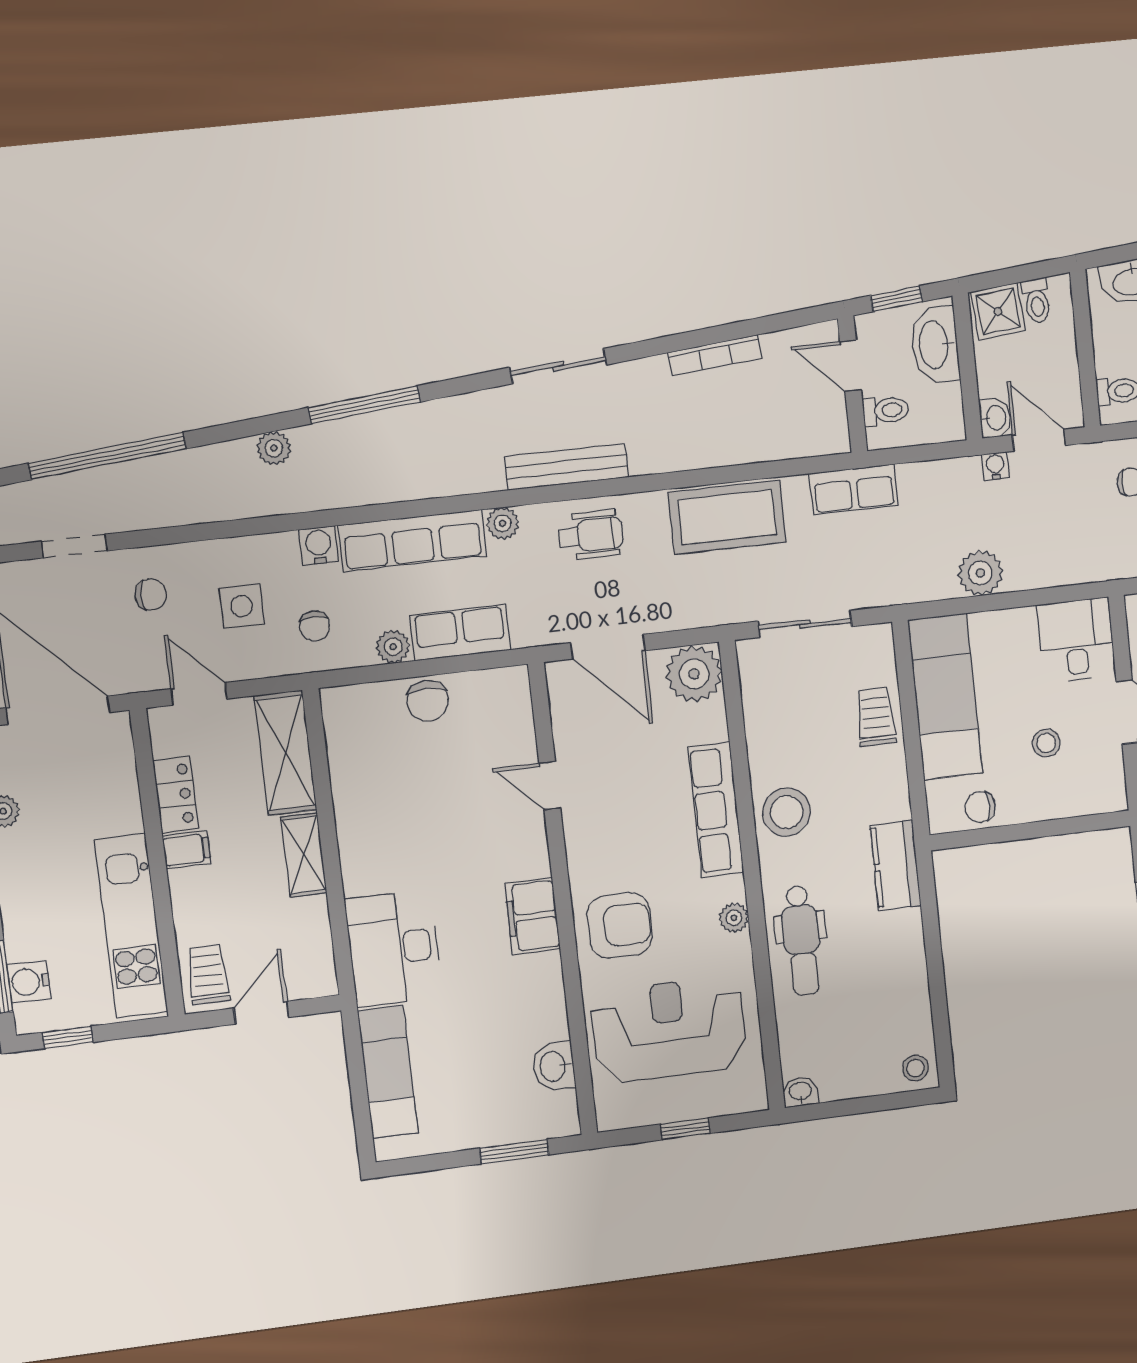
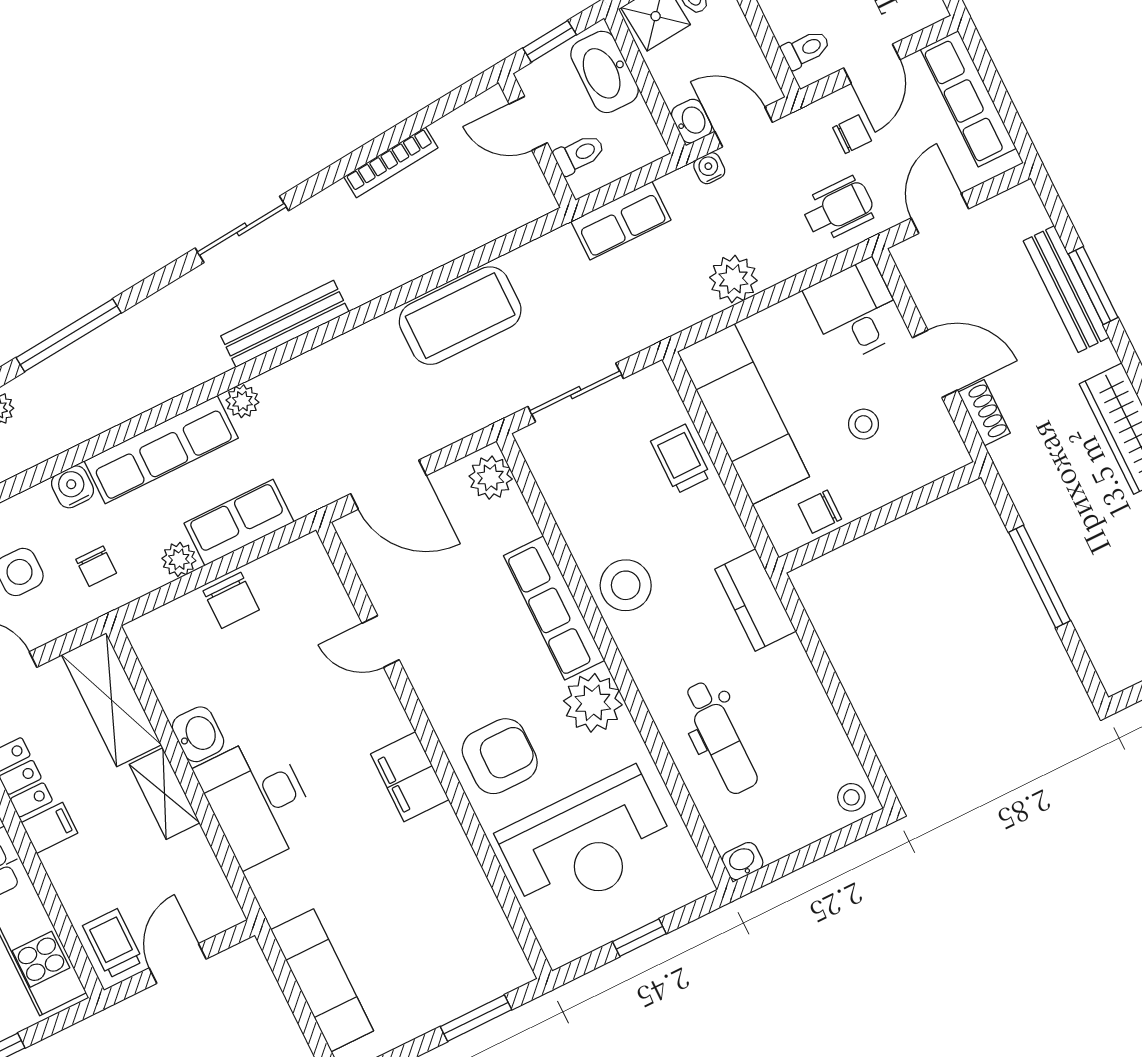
row of seats: (854, 489) -> (621, 221), moved
wheelchair: (591, 535) -> (838, 209), moved
plant: (694, 674) -> (491, 478), width x0.73, depth x0.73
plant: (734, 918) -> (593, 703), width x1.87, depth x1.87
dental chair: (802, 940) -> (720, 737), moved
desk: (394, 948) -> (257, 800), moved
reception desk: (669, 1030) -> (587, 843), turned 180
washbasin: (554, 1066) -> (198, 734), moved, turned 180

